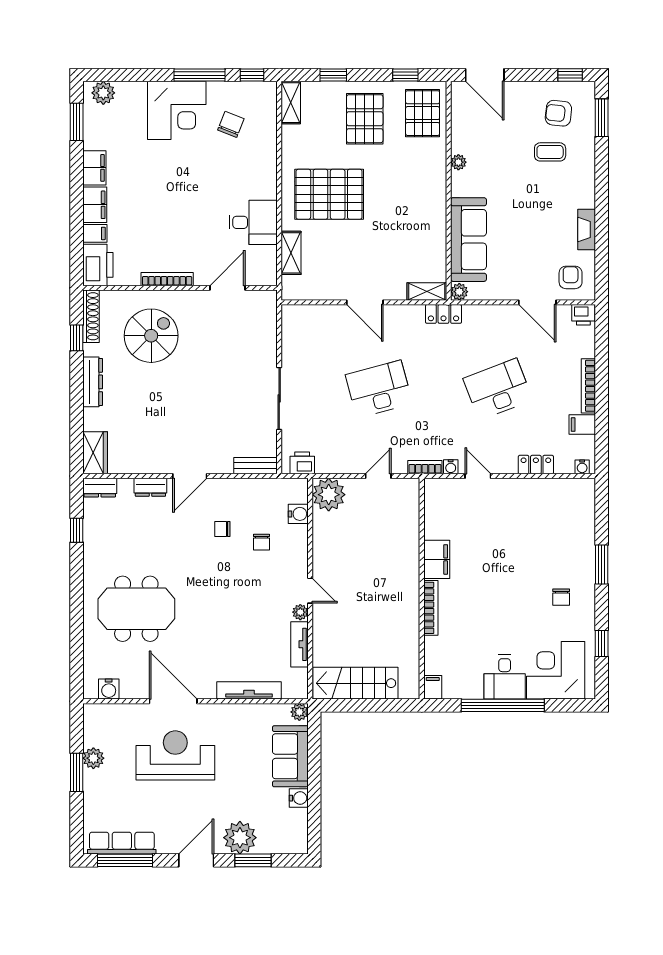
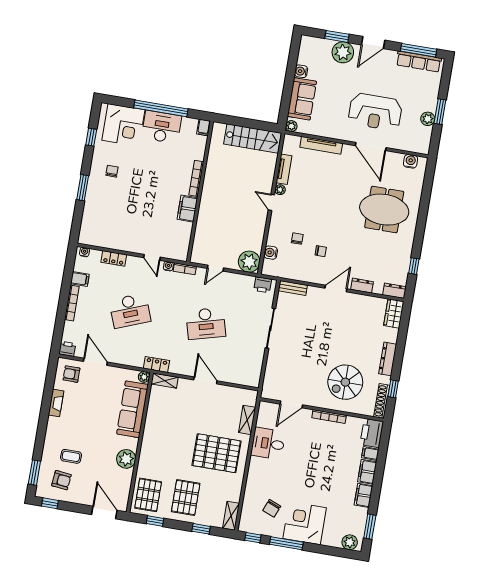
plant: (458, 162) -> (126, 459), width x1.88, depth x1.88
armchair: (571, 277) -> (71, 374), turned 90
desk: (505, 677) -> (162, 127), width x1.37

